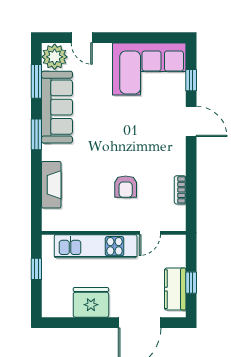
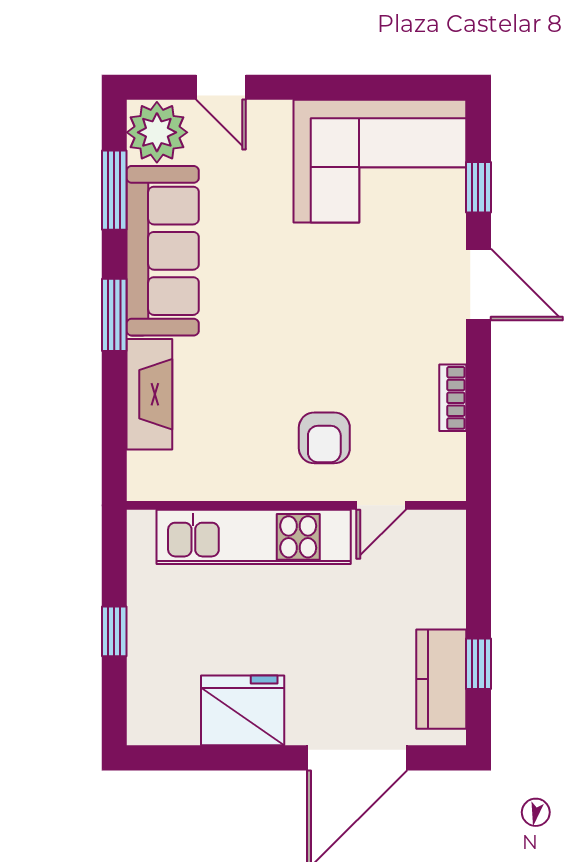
fireplace: (51, 185) -> (149, 394), moved
bookcase: (180, 190) -> (453, 398), moved
wall: (114, 233) -> (296, 505), moved
door: (150, 233) -> (381, 505), moved
kitchen unit: (96, 246) -> (254, 537), moved

